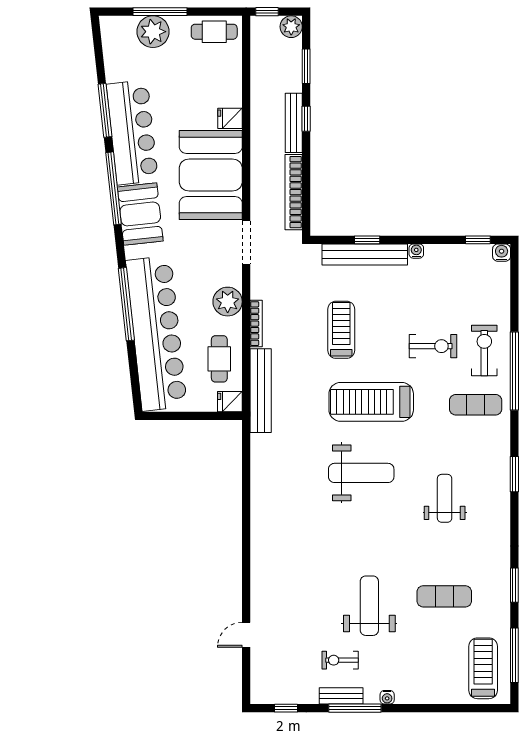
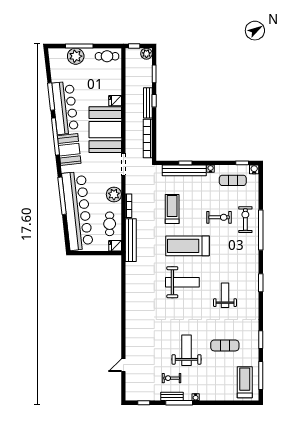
exercise mat: (476, 405) -> (233, 180), moved

